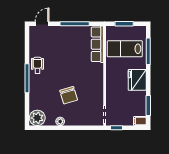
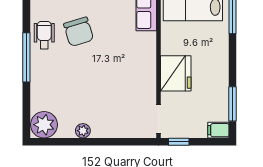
fridge: (137, 80) -> (176, 73), moved, turned 180
chair: (69, 95) -> (79, 32), moved

